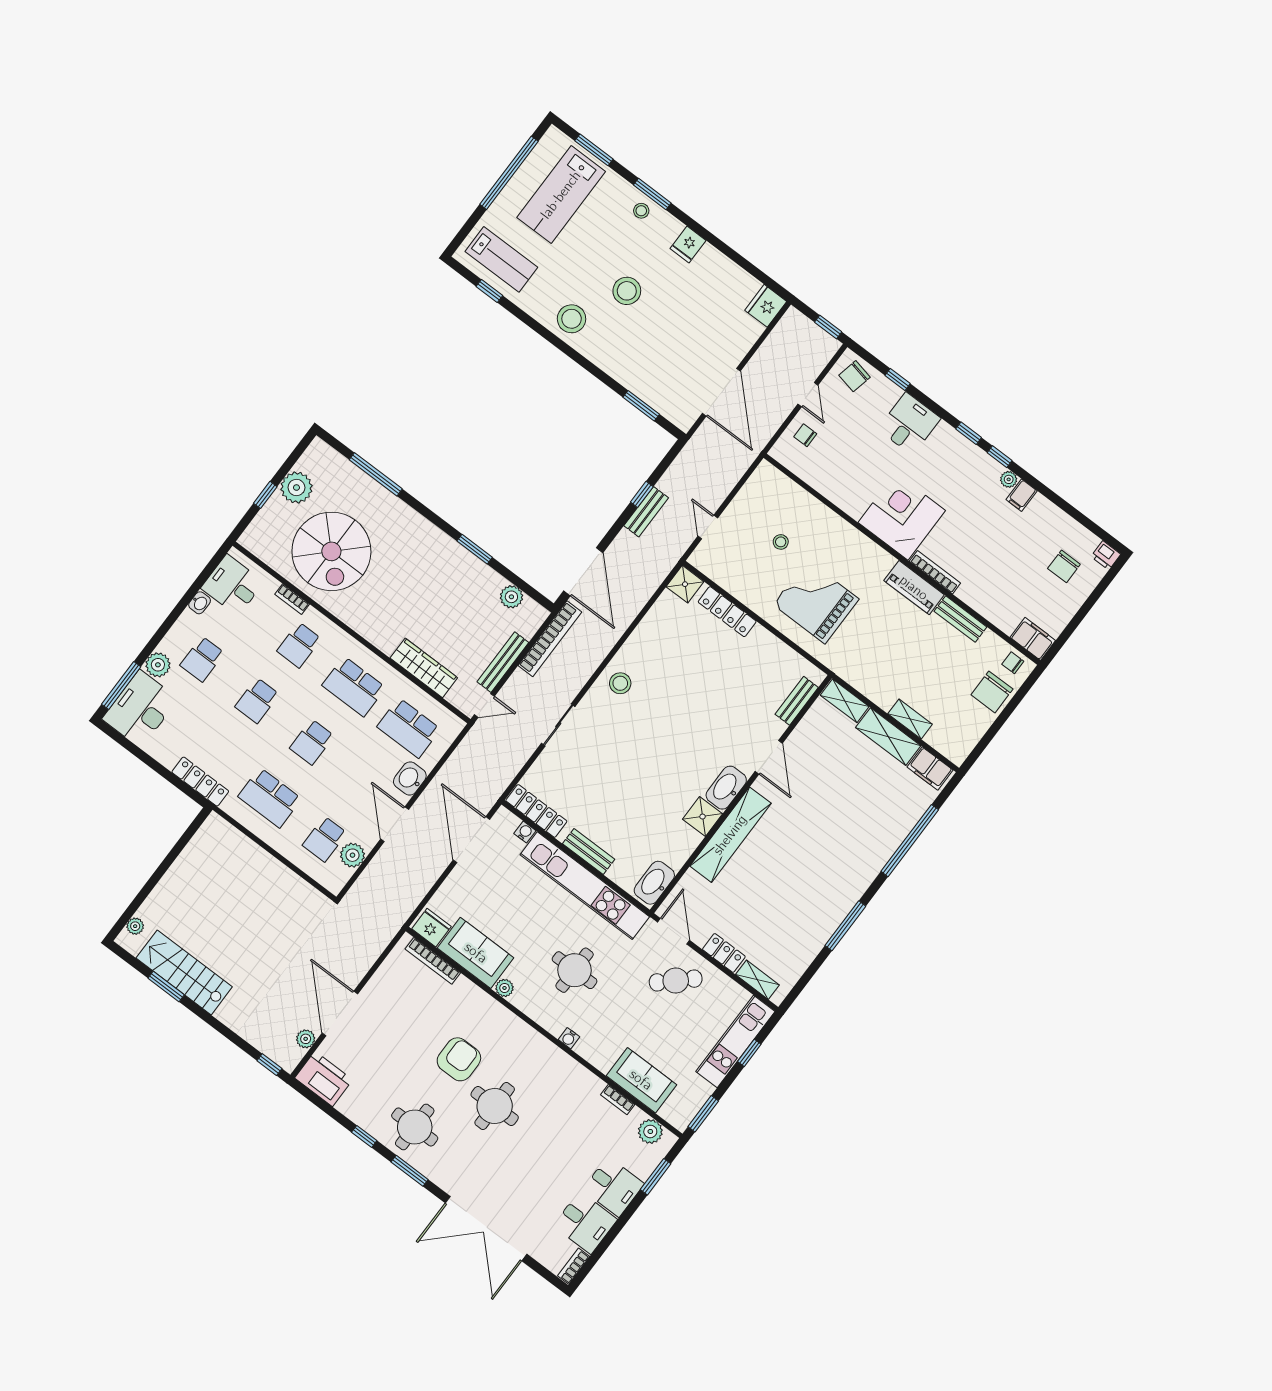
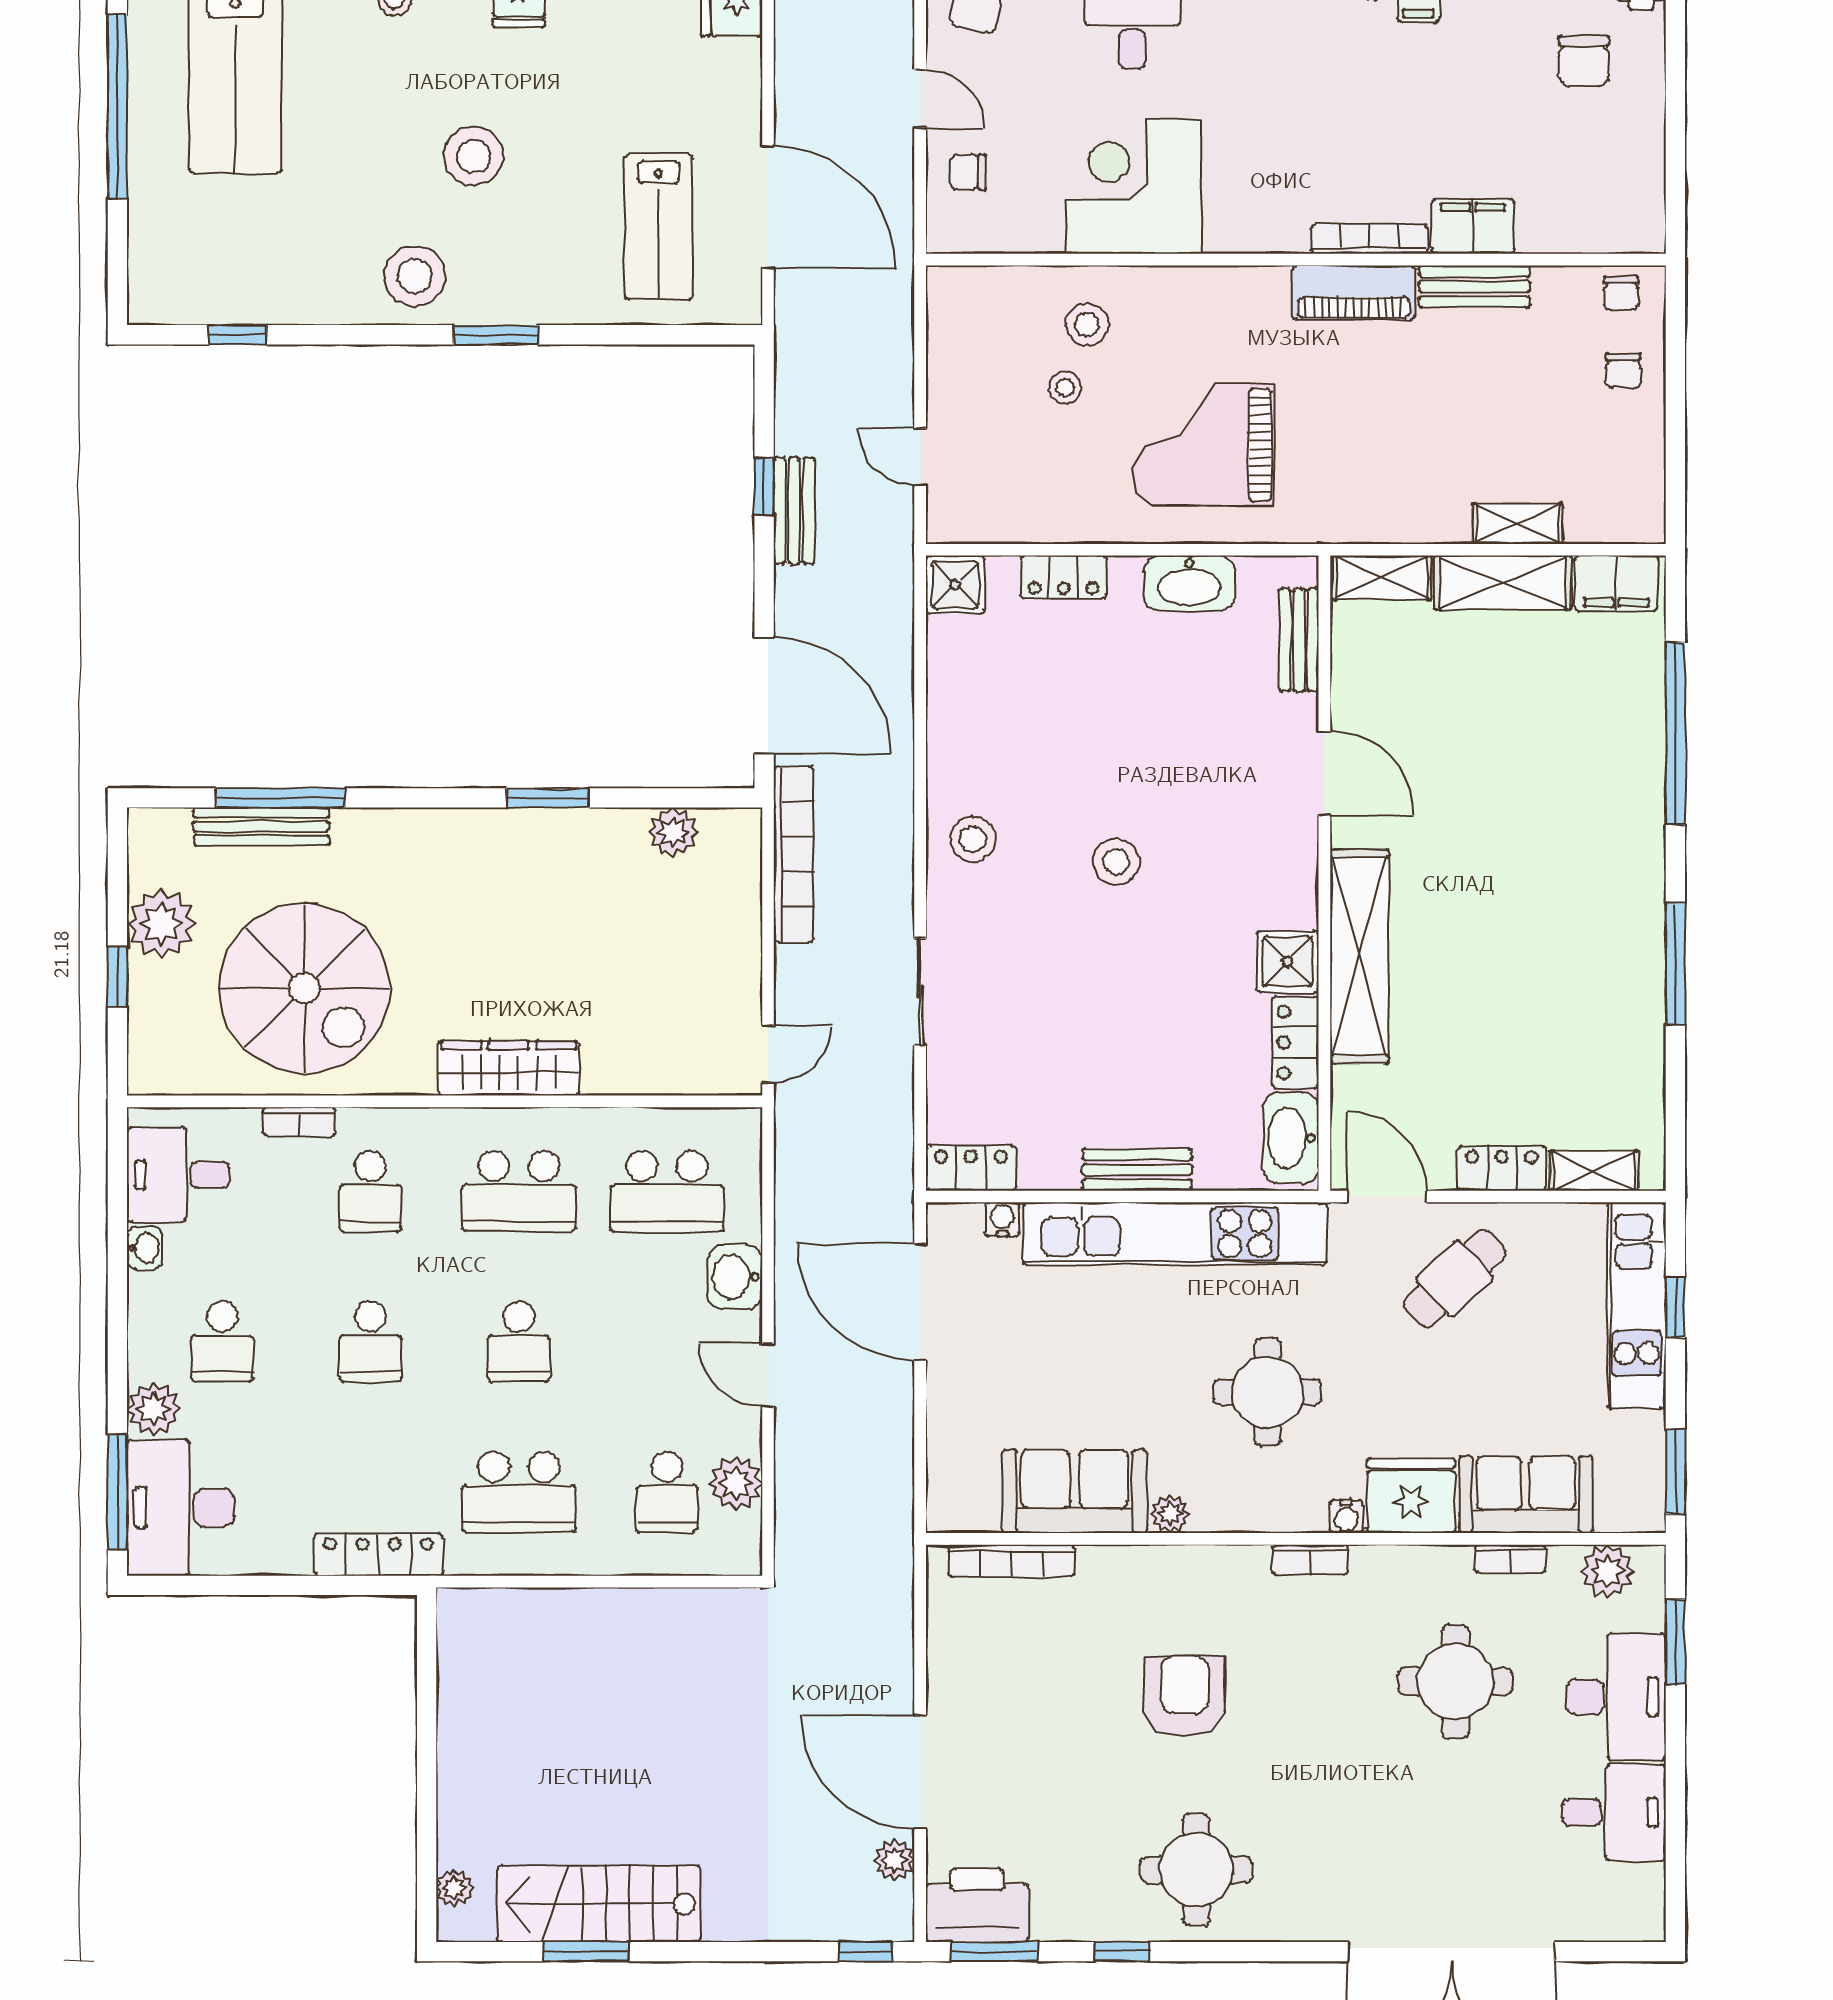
lab bench: (501, 259) -> (658, 227), moved, turned 90
window: (641, 406) -> (496, 335), moved
corner desk: (902, 516) -> (1133, 186), moved
stool: (807, 525) -> (1087, 324), added
locker: (727, 612) -> (1063, 577), width x0.66
filing cabinet: (1033, 639) -> (1473, 226), moved
bench: (503, 662) -> (261, 826), moved, turned 90
chair: (1013, 663) -> (1621, 293), turned -90
wardrobe: (424, 668) -> (509, 1068), moved
chair: (992, 692) -> (1623, 371), width x0.54, depth x0.54
stool: (667, 732) -> (1116, 862), added
washbasin: (726, 788) -> (1189, 583), moved, turned -90
locker: (536, 811) -> (971, 1168), width x0.66
door: (395, 824) -> (768, 1375), width x0.73
locker: (683, 849) -> (1295, 1042), added
fridge: (431, 928) -> (1411, 1496), moved, width x1.36, depth x1.34
round table: (495, 1106) -> (1456, 1681), moved
window: (410, 1171) -> (995, 1952), moved
desk: (613, 1187) -> (1616, 1697), width x1.37
bookcase: (574, 1266) -> (1310, 1560), moved, turned -90

